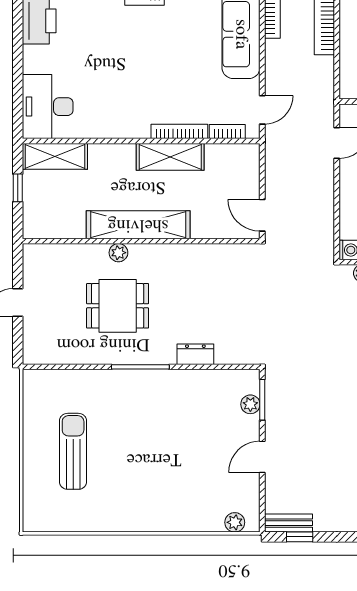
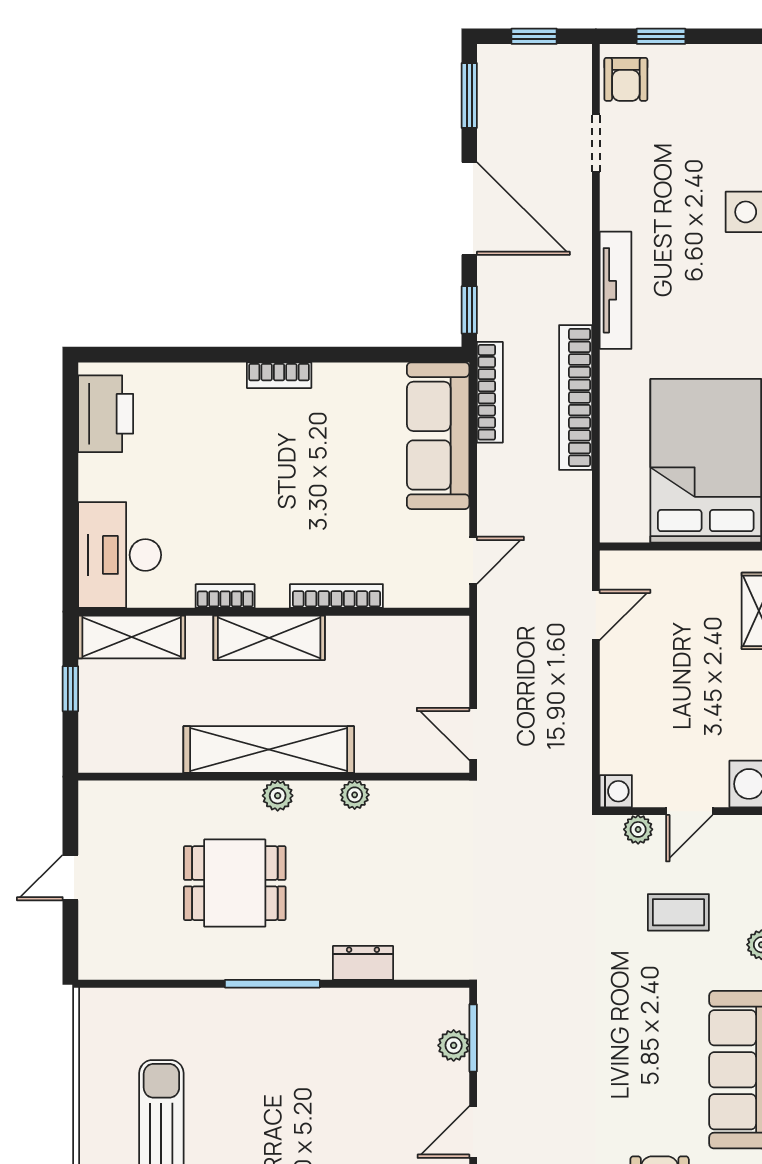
bookcase: (227, 132) -> (225, 596), moved
shelving: (170, 157) -> (269, 638), moved
plant: (190, 252) -> (355, 795), added
plant: (118, 253) -> (278, 796), moved

